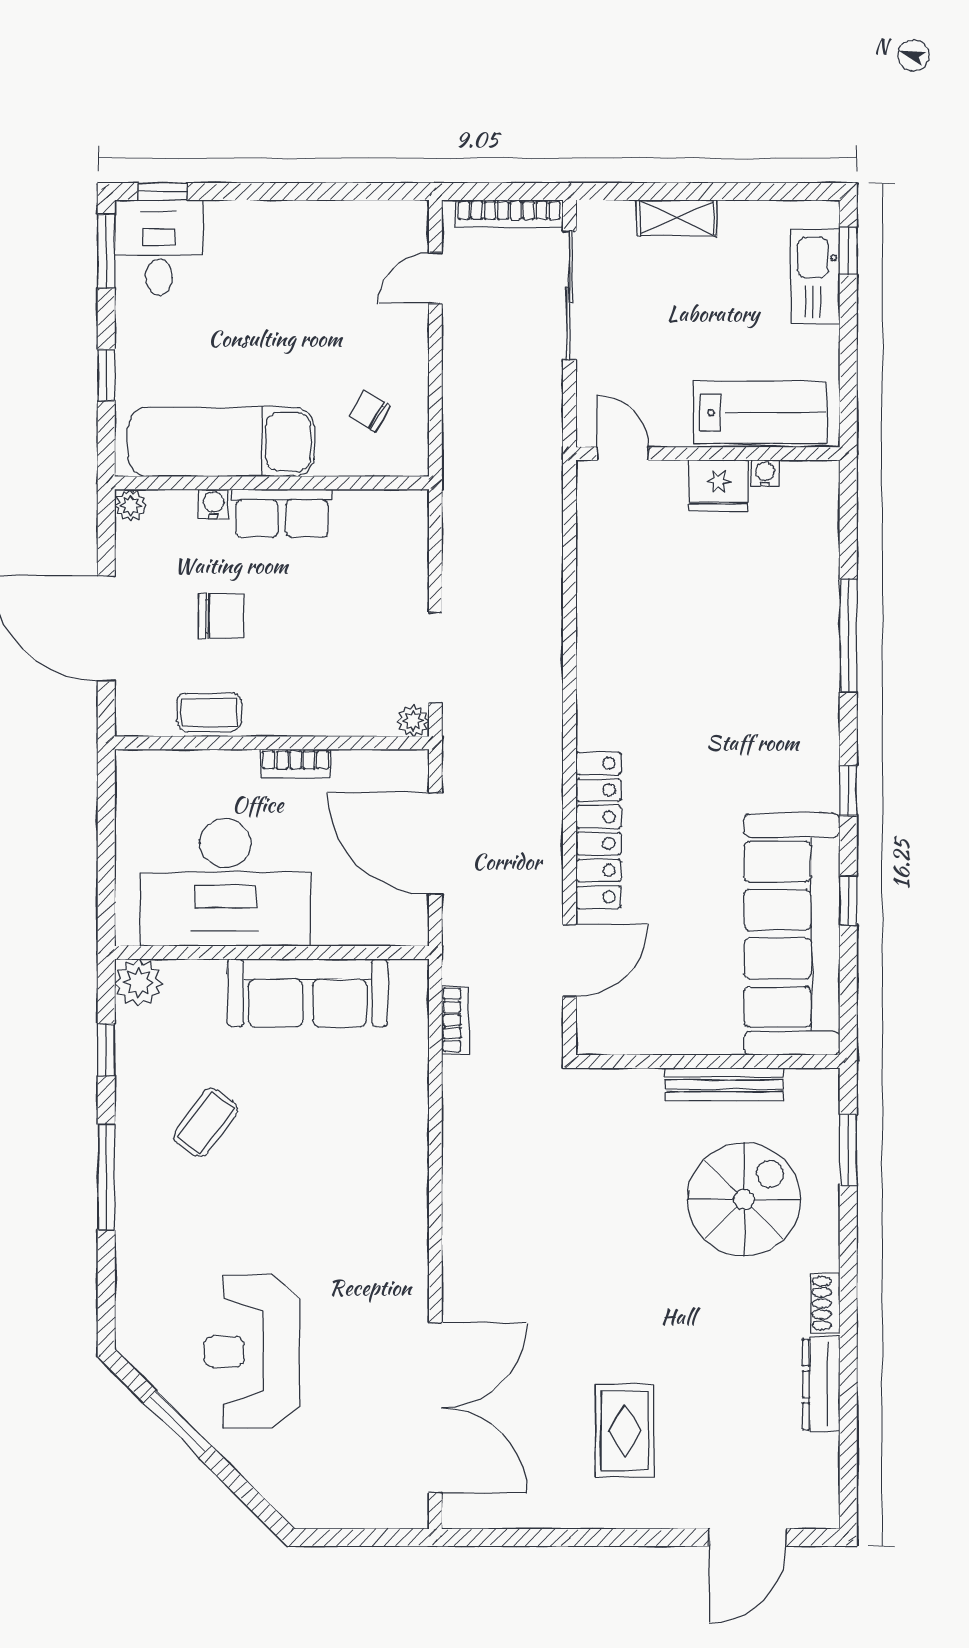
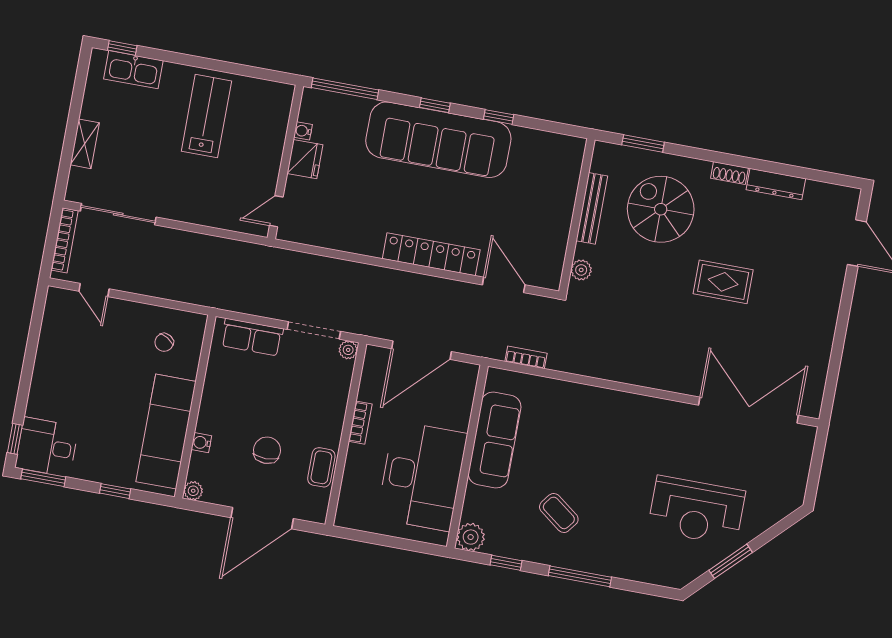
door: (623, 454) -> (276, 211), moved
wall: (708, 454) -> (285, 162), moved
water cooler: (765, 473) -> (303, 131), moved
fridge: (719, 485) -> (305, 159), moved
row of seats: (282, 513) -> (252, 337), moved, turned 90
sofa: (792, 934) -> (438, 140), moved
plant: (618, 1085) -> (581, 270), added
rug: (625, 1431) -> (723, 282), moved

